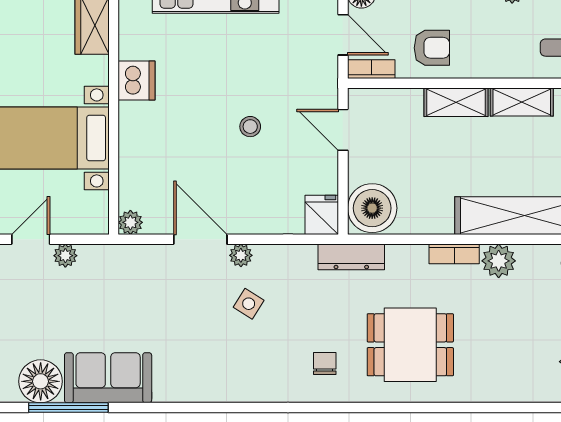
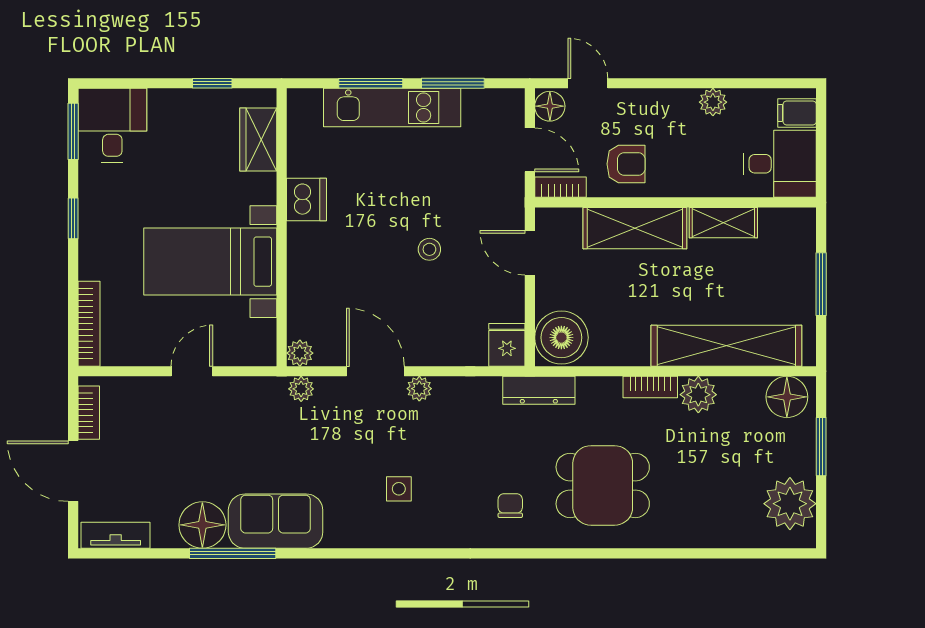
shelving: (456, 102) -> (635, 228), width x1.50, depth x1.33
plant: (65, 256) -> (301, 389), moved
side table: (249, 304) -> (399, 489), moved, turned -32

